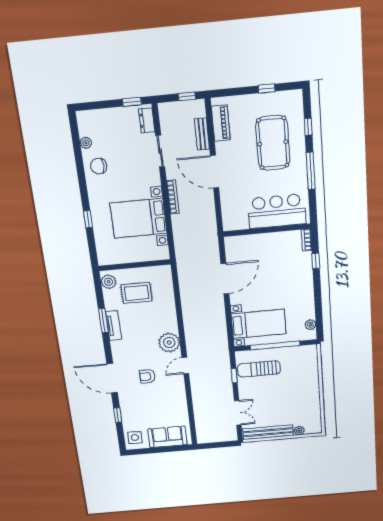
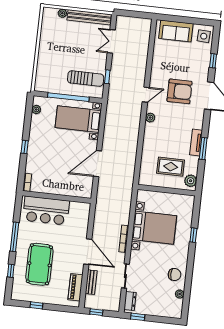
window: (316, 261) -> (25, 147), moved
plant: (169, 343) -> (150, 118), width x0.53, depth x0.53
armchair: (147, 376) -> (180, 91), width x1.88, depth x1.88

